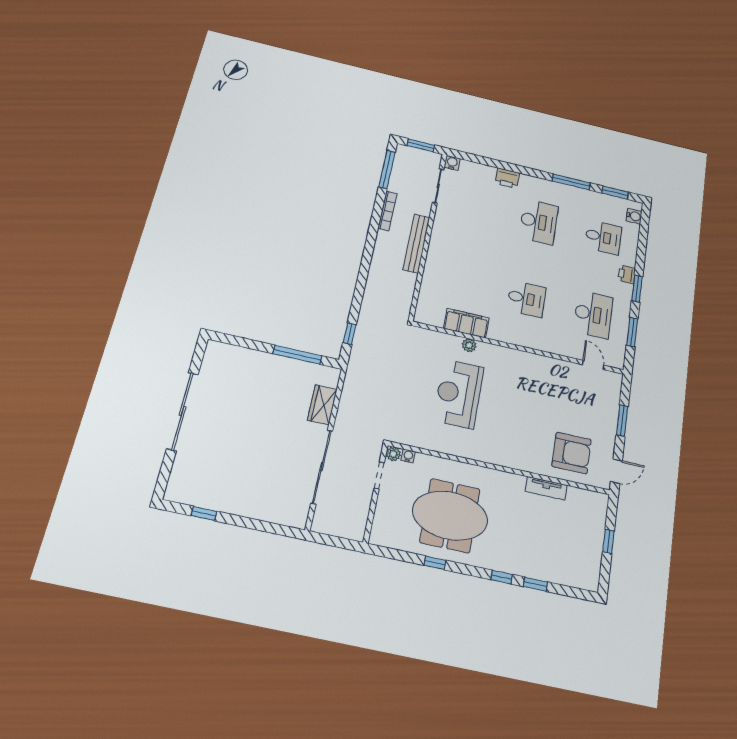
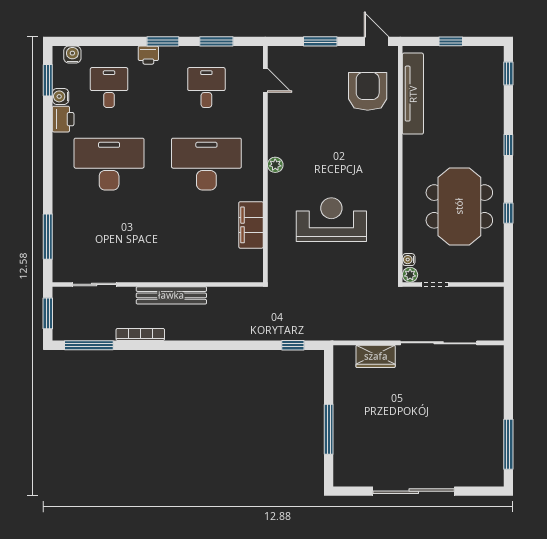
water cooler: (452, 163) -> (60, 96), moved
printer: (507, 178) -> (63, 119), moved
window: (571, 182) -> (48, 237), moved
desk: (539, 222) -> (109, 164), width x1.36, depth x1.30
desk: (526, 299) -> (206, 164), width x1.87, depth x1.30
desk: (593, 314) -> (206, 88), width x0.73
plant: (469, 345) -> (275, 165), moved
window: (297, 355) -> (329, 429), moved
door: (593, 365) -> (265, 80), swing flipped
reception desk: (459, 394) -> (331, 220), turned 180
tv unit: (546, 488) -> (413, 94), width x1.92, depth x1.29
window: (204, 513) -> (508, 444), width x2.17
window: (535, 584) -> (508, 73), moved

